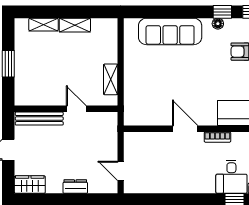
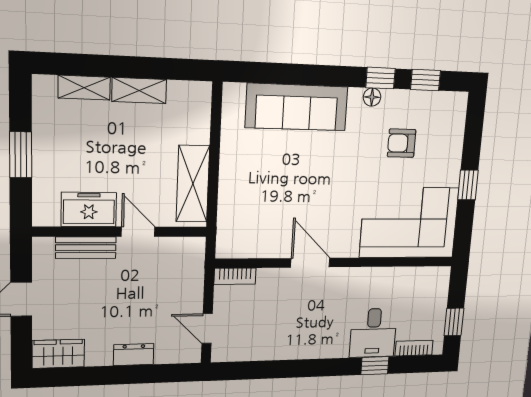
shelving: (111, 79) -> (193, 184), width x1.50, depth x1.33
freezer: (47, 95) -> (89, 209), added
bench: (39, 119) -> (86, 248), width x0.73
bookcase: (217, 137) -> (235, 276), moved

